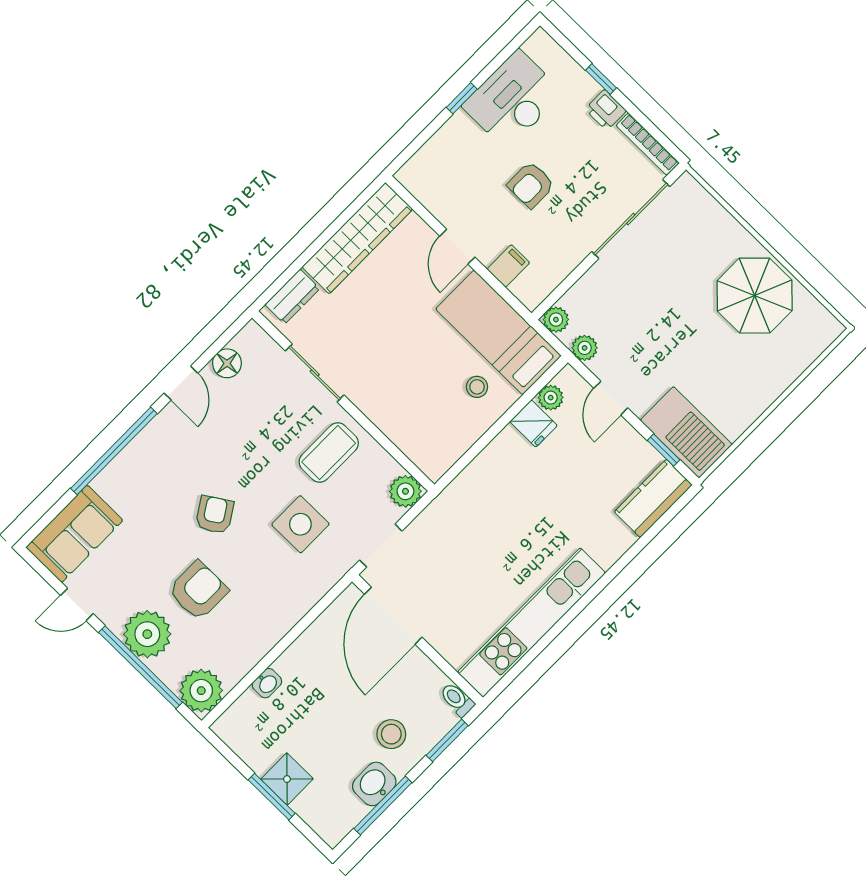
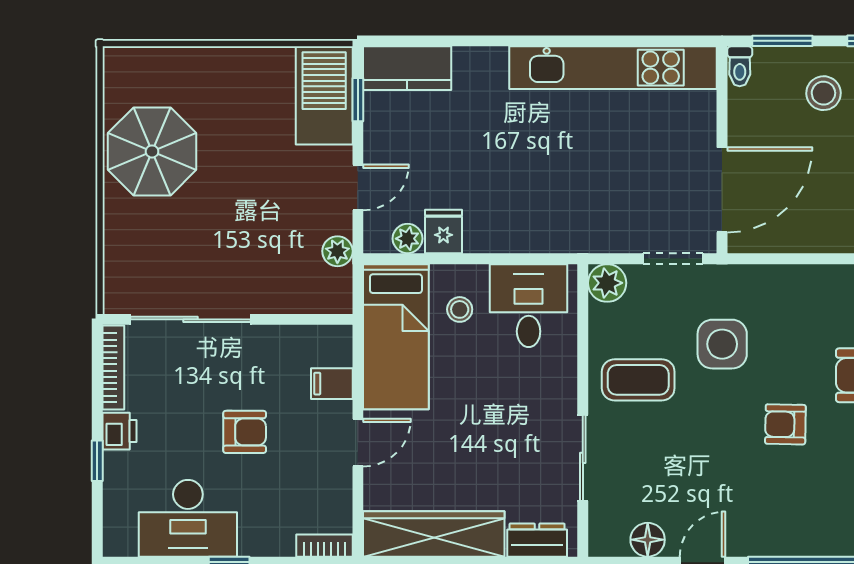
bookcase: (415, 165) -> (324, 546), added
plant: (556, 320) -> (337, 299), removed
desk: (438, 431) -> (529, 306), added
armchair: (215, 515) -> (785, 424), turned 34

